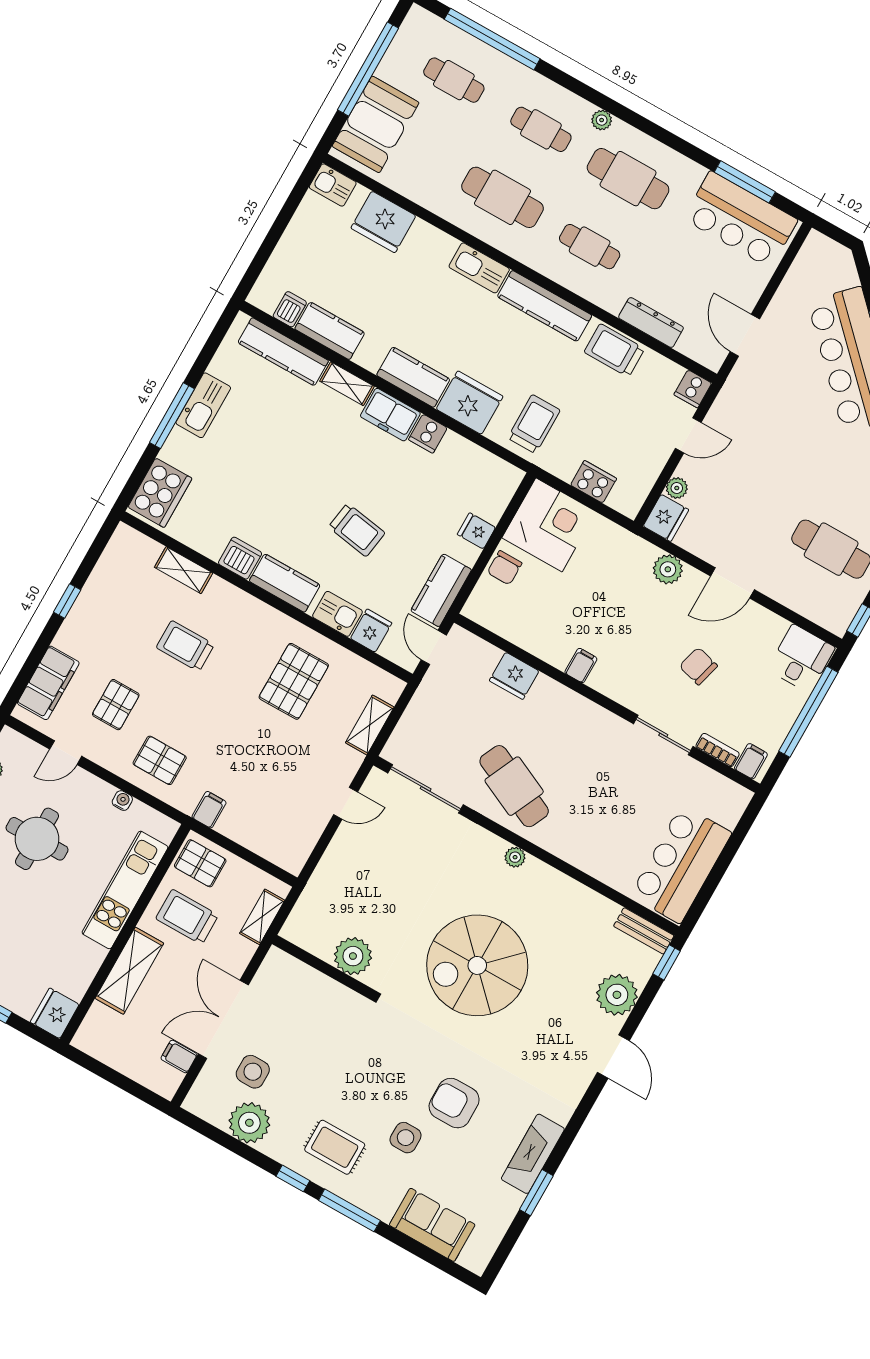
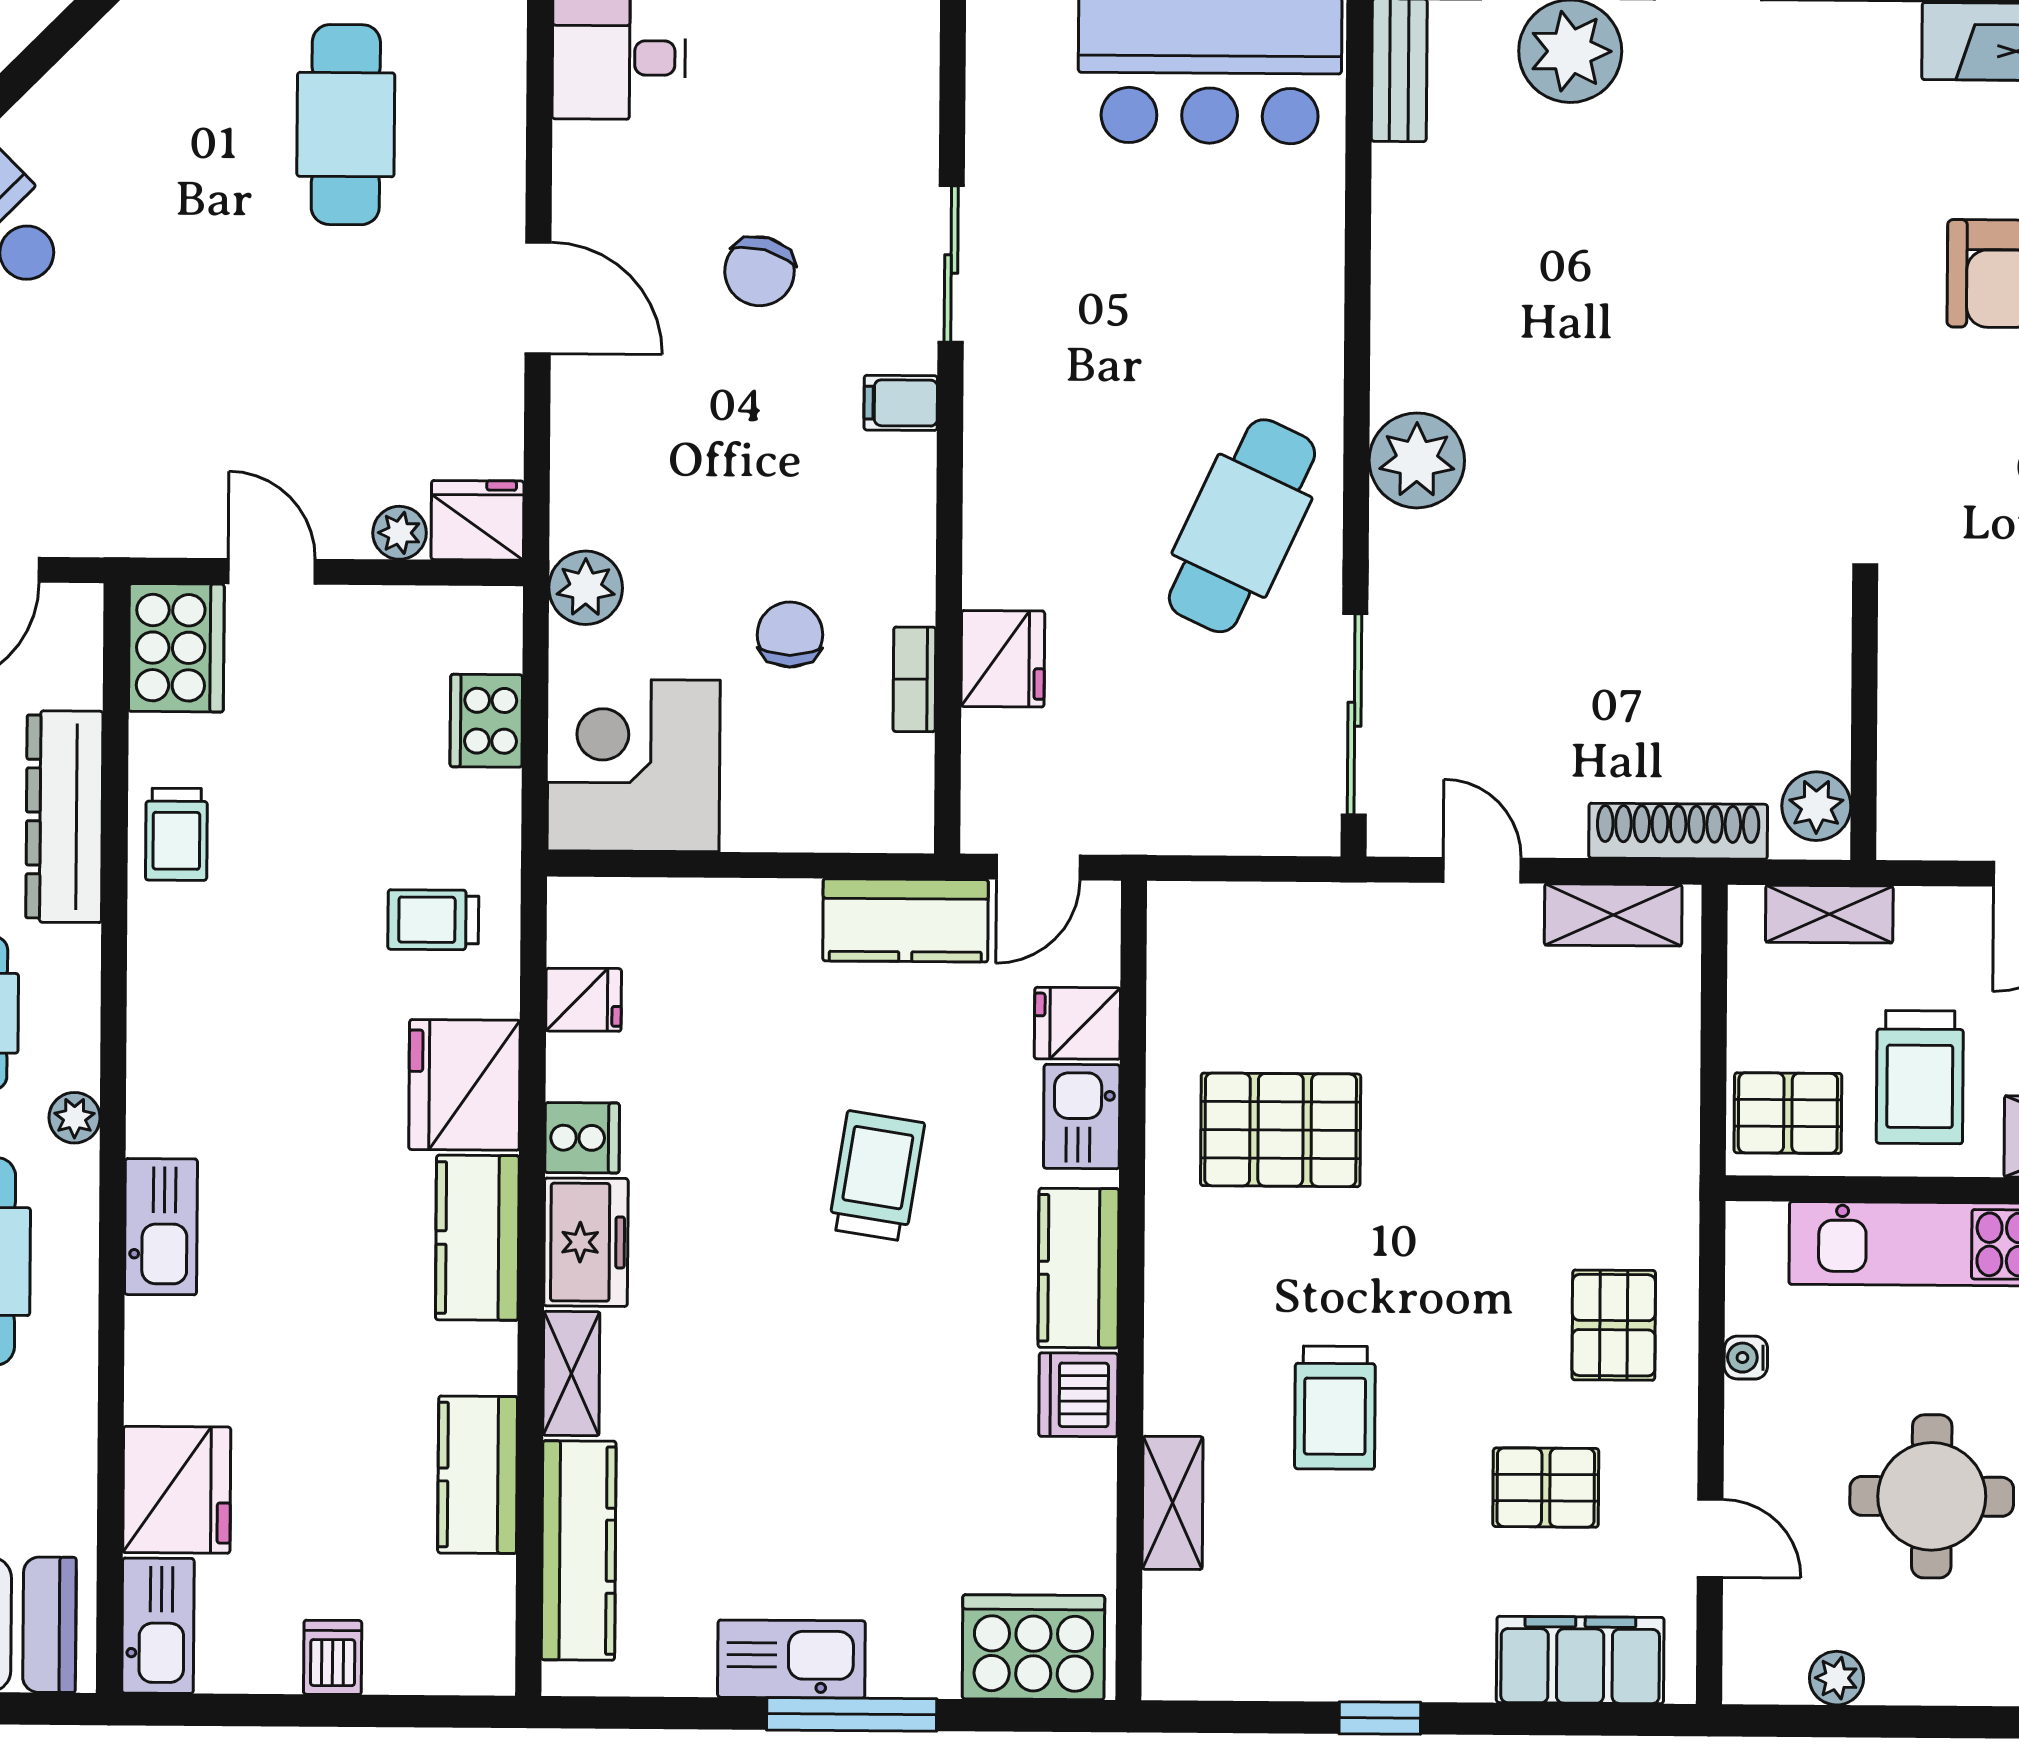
kitchen sink: (333, 185) -> (158, 1626), width x1.38
plant: (534, 259) -> (75, 1118), added
kitchen counter: (545, 306) -> (164, 1039), removed
dishwasher: (290, 309) -> (333, 1657), moved, turned 90
dresser: (651, 323) -> (64, 817), width x1.37, depth x1.24
trolley: (614, 350) -> (176, 834), width x0.73, depth x0.72
cooker: (693, 389) -> (176, 648), width x1.87, depth x1.31
trolley: (534, 424) -> (433, 920), width x0.73, depth x0.72
fridge: (476, 531) -> (584, 1000), moved, turned -90
chair: (505, 568) -> (790, 635), moved, turned -90
plant: (668, 569) -> (586, 588), moved
filing cabinet: (581, 666) -> (901, 403), moved
shelving: (370, 725) -> (1613, 915), moved
bookcase: (718, 750) -> (914, 679), moved
filing cabinet: (751, 761) -> (902, 43), removed
filing cabinet: (209, 810) -> (1661, 1159), removed
plant: (515, 857) -> (1417, 460), width x1.88, depth x1.88
pallet: (200, 863) -> (1788, 1113), turned 90
shoe rack: (321, 880) -> (1678, 831), added
plant: (353, 956) -> (1816, 806), moved, width x0.73, depth x0.73
spiral stairs: (477, 965) -> (1675, 389), removed

